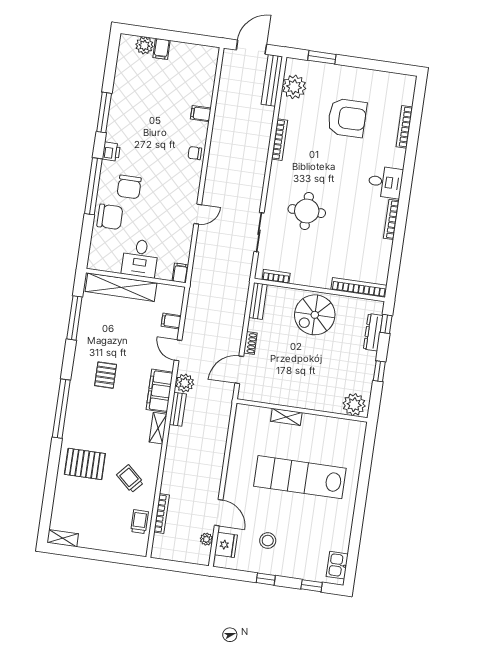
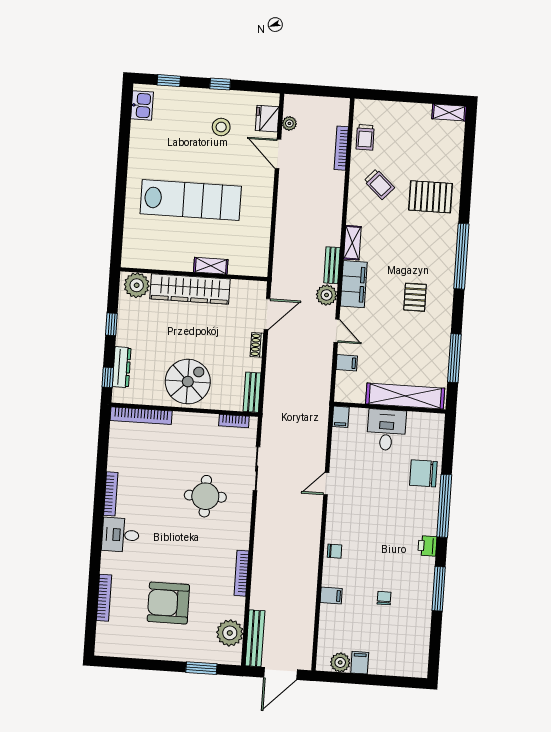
plant: (144, 45) -> (340, 662), moved
filing cabinet: (162, 49) -> (360, 663), moved
chair: (129, 187) -> (384, 598), moved, width x0.54, depth x0.54
wardrobe: (307, 398) -> (190, 289), added

